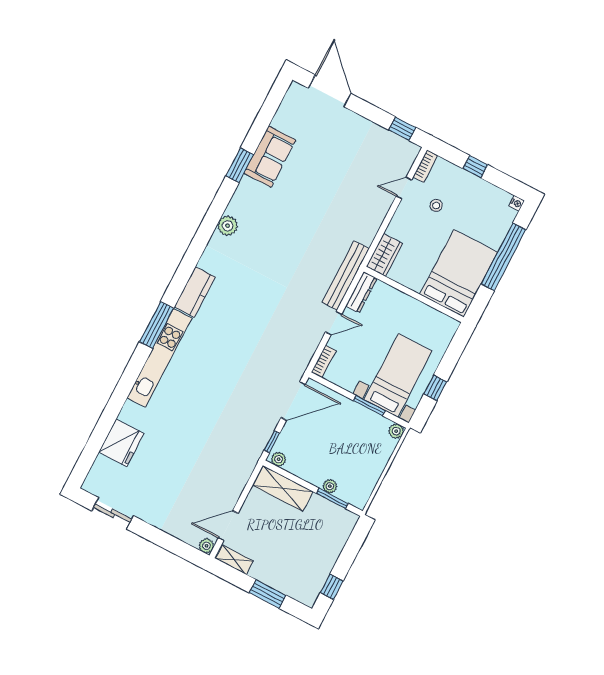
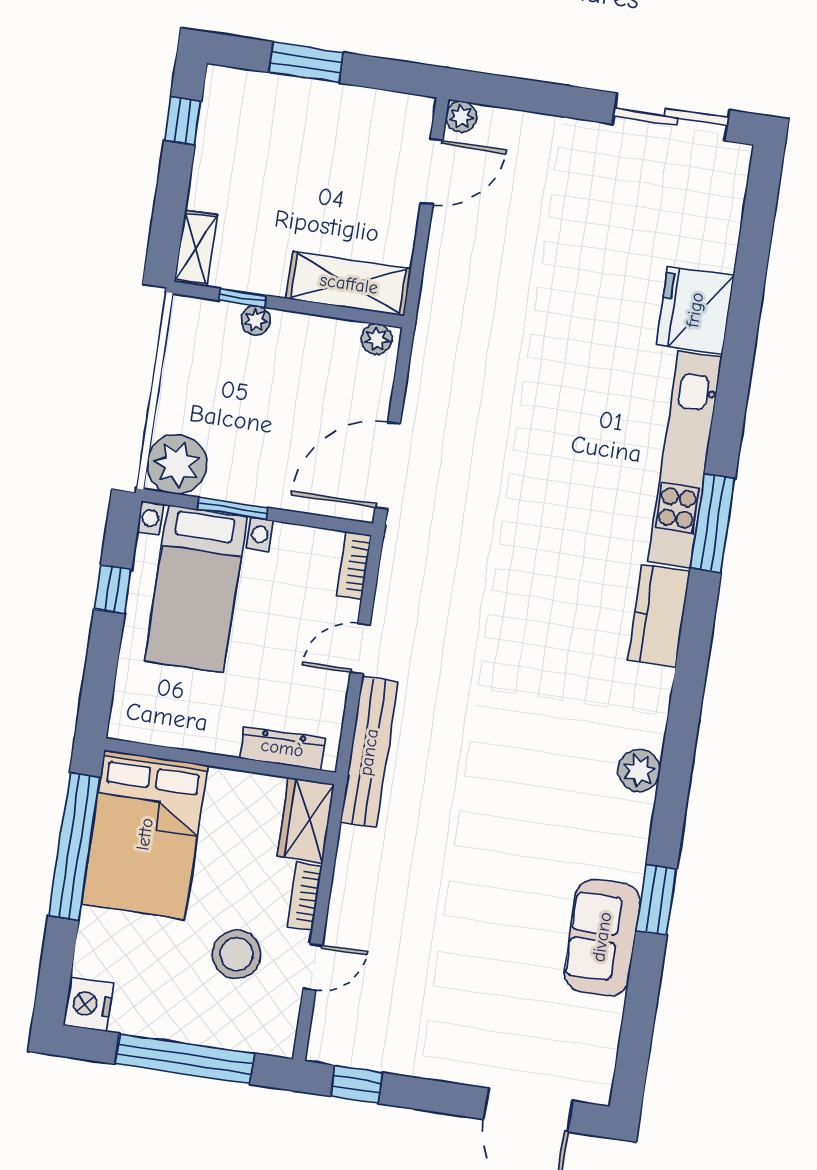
bookcase: (425, 166) -> (304, 896), moved
window: (475, 167) -> (185, 1059), width x3.17
nightstand: (517, 203) -> (88, 1004), width x1.89, depth x1.79
stool: (436, 205) -> (236, 954), width x1.89, depth x1.89
window: (503, 257) -> (74, 847), moved
dresser: (361, 292) -> (282, 748), moved, turned 90
plant: (396, 431) -> (177, 464), width x1.88, depth x1.88
window: (272, 442) -> (402, 370), removed
fridge: (121, 443) -> (695, 310), moved
window: (332, 498) -> (243, 298), width x0.67
sliding door: (113, 513) -> (671, 117), width x1.37
shelving: (234, 560) -> (196, 248), moved, turned 90

